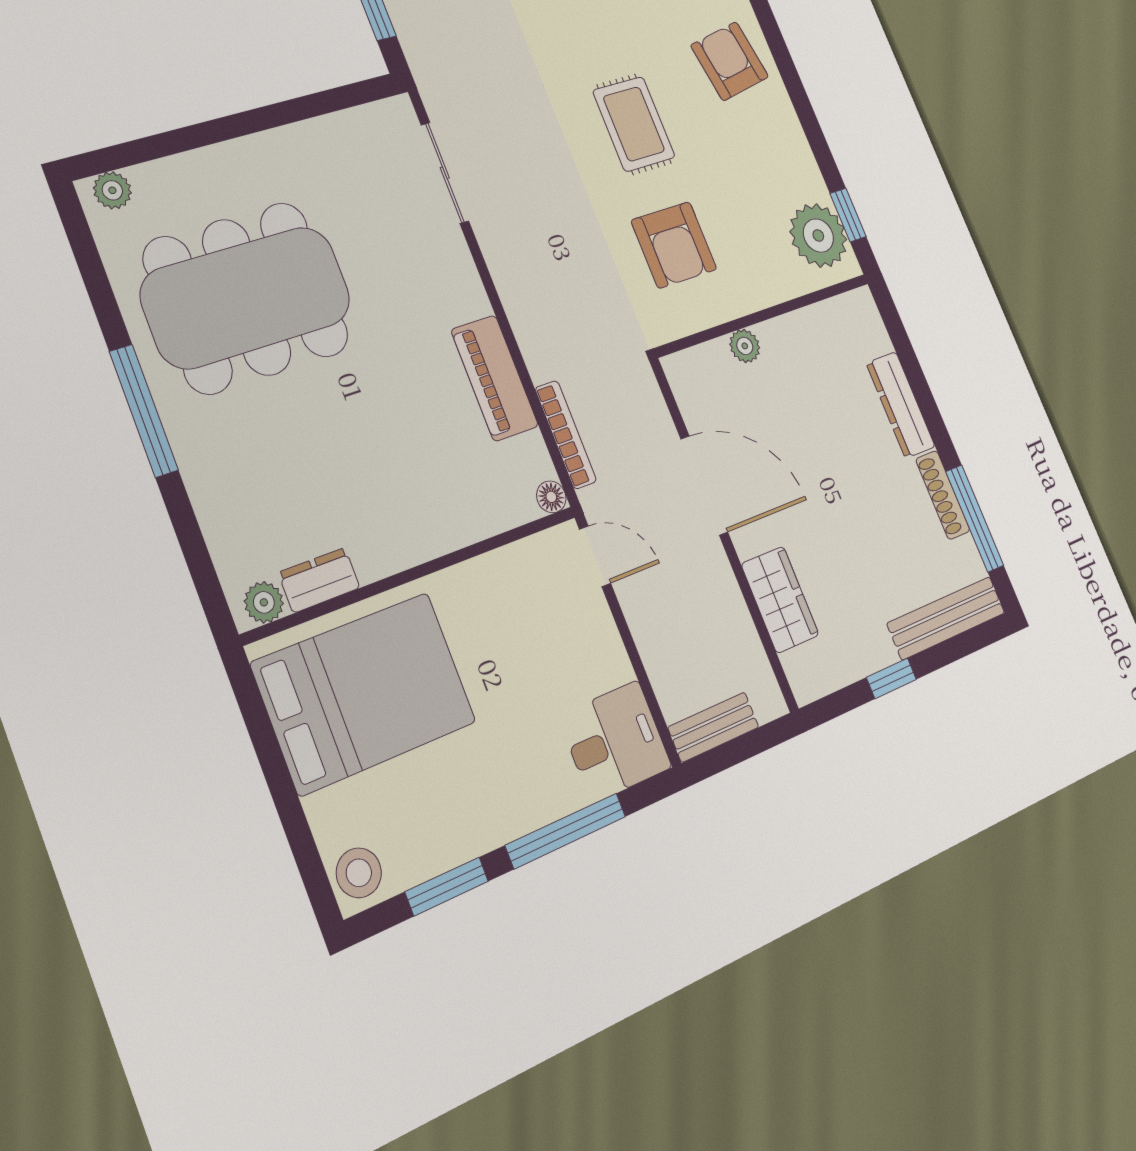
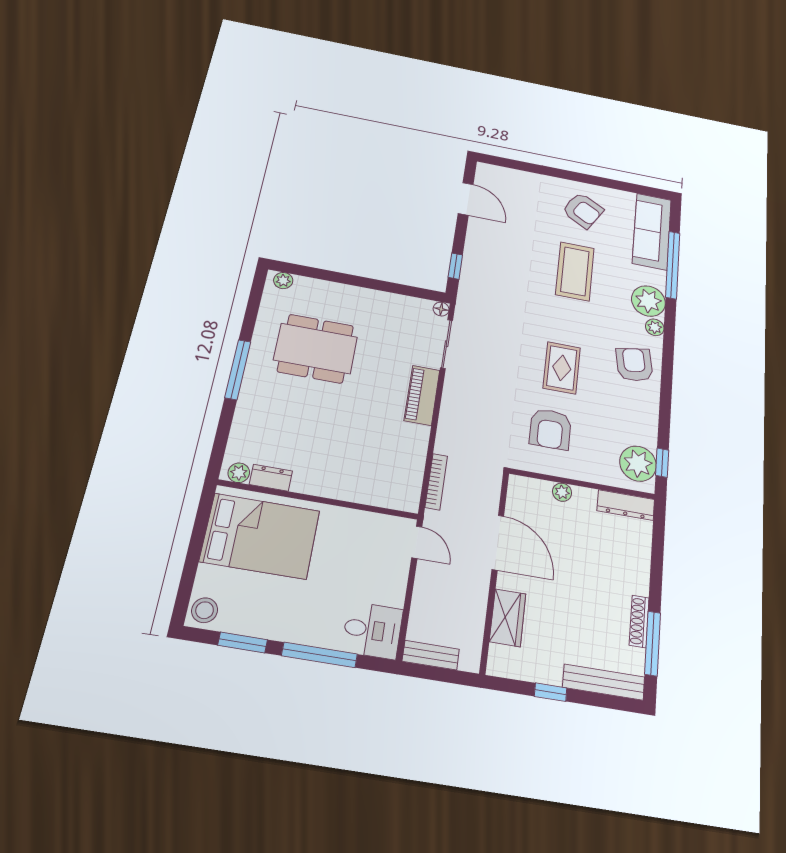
dining table: (247, 297) -> (316, 349), width x0.73, depth x0.80
piano: (495, 378) -> (422, 395), moved
dresser: (901, 405) -> (626, 505), moved, turned -90
floor lamp: (551, 497) -> (441, 309), moved

